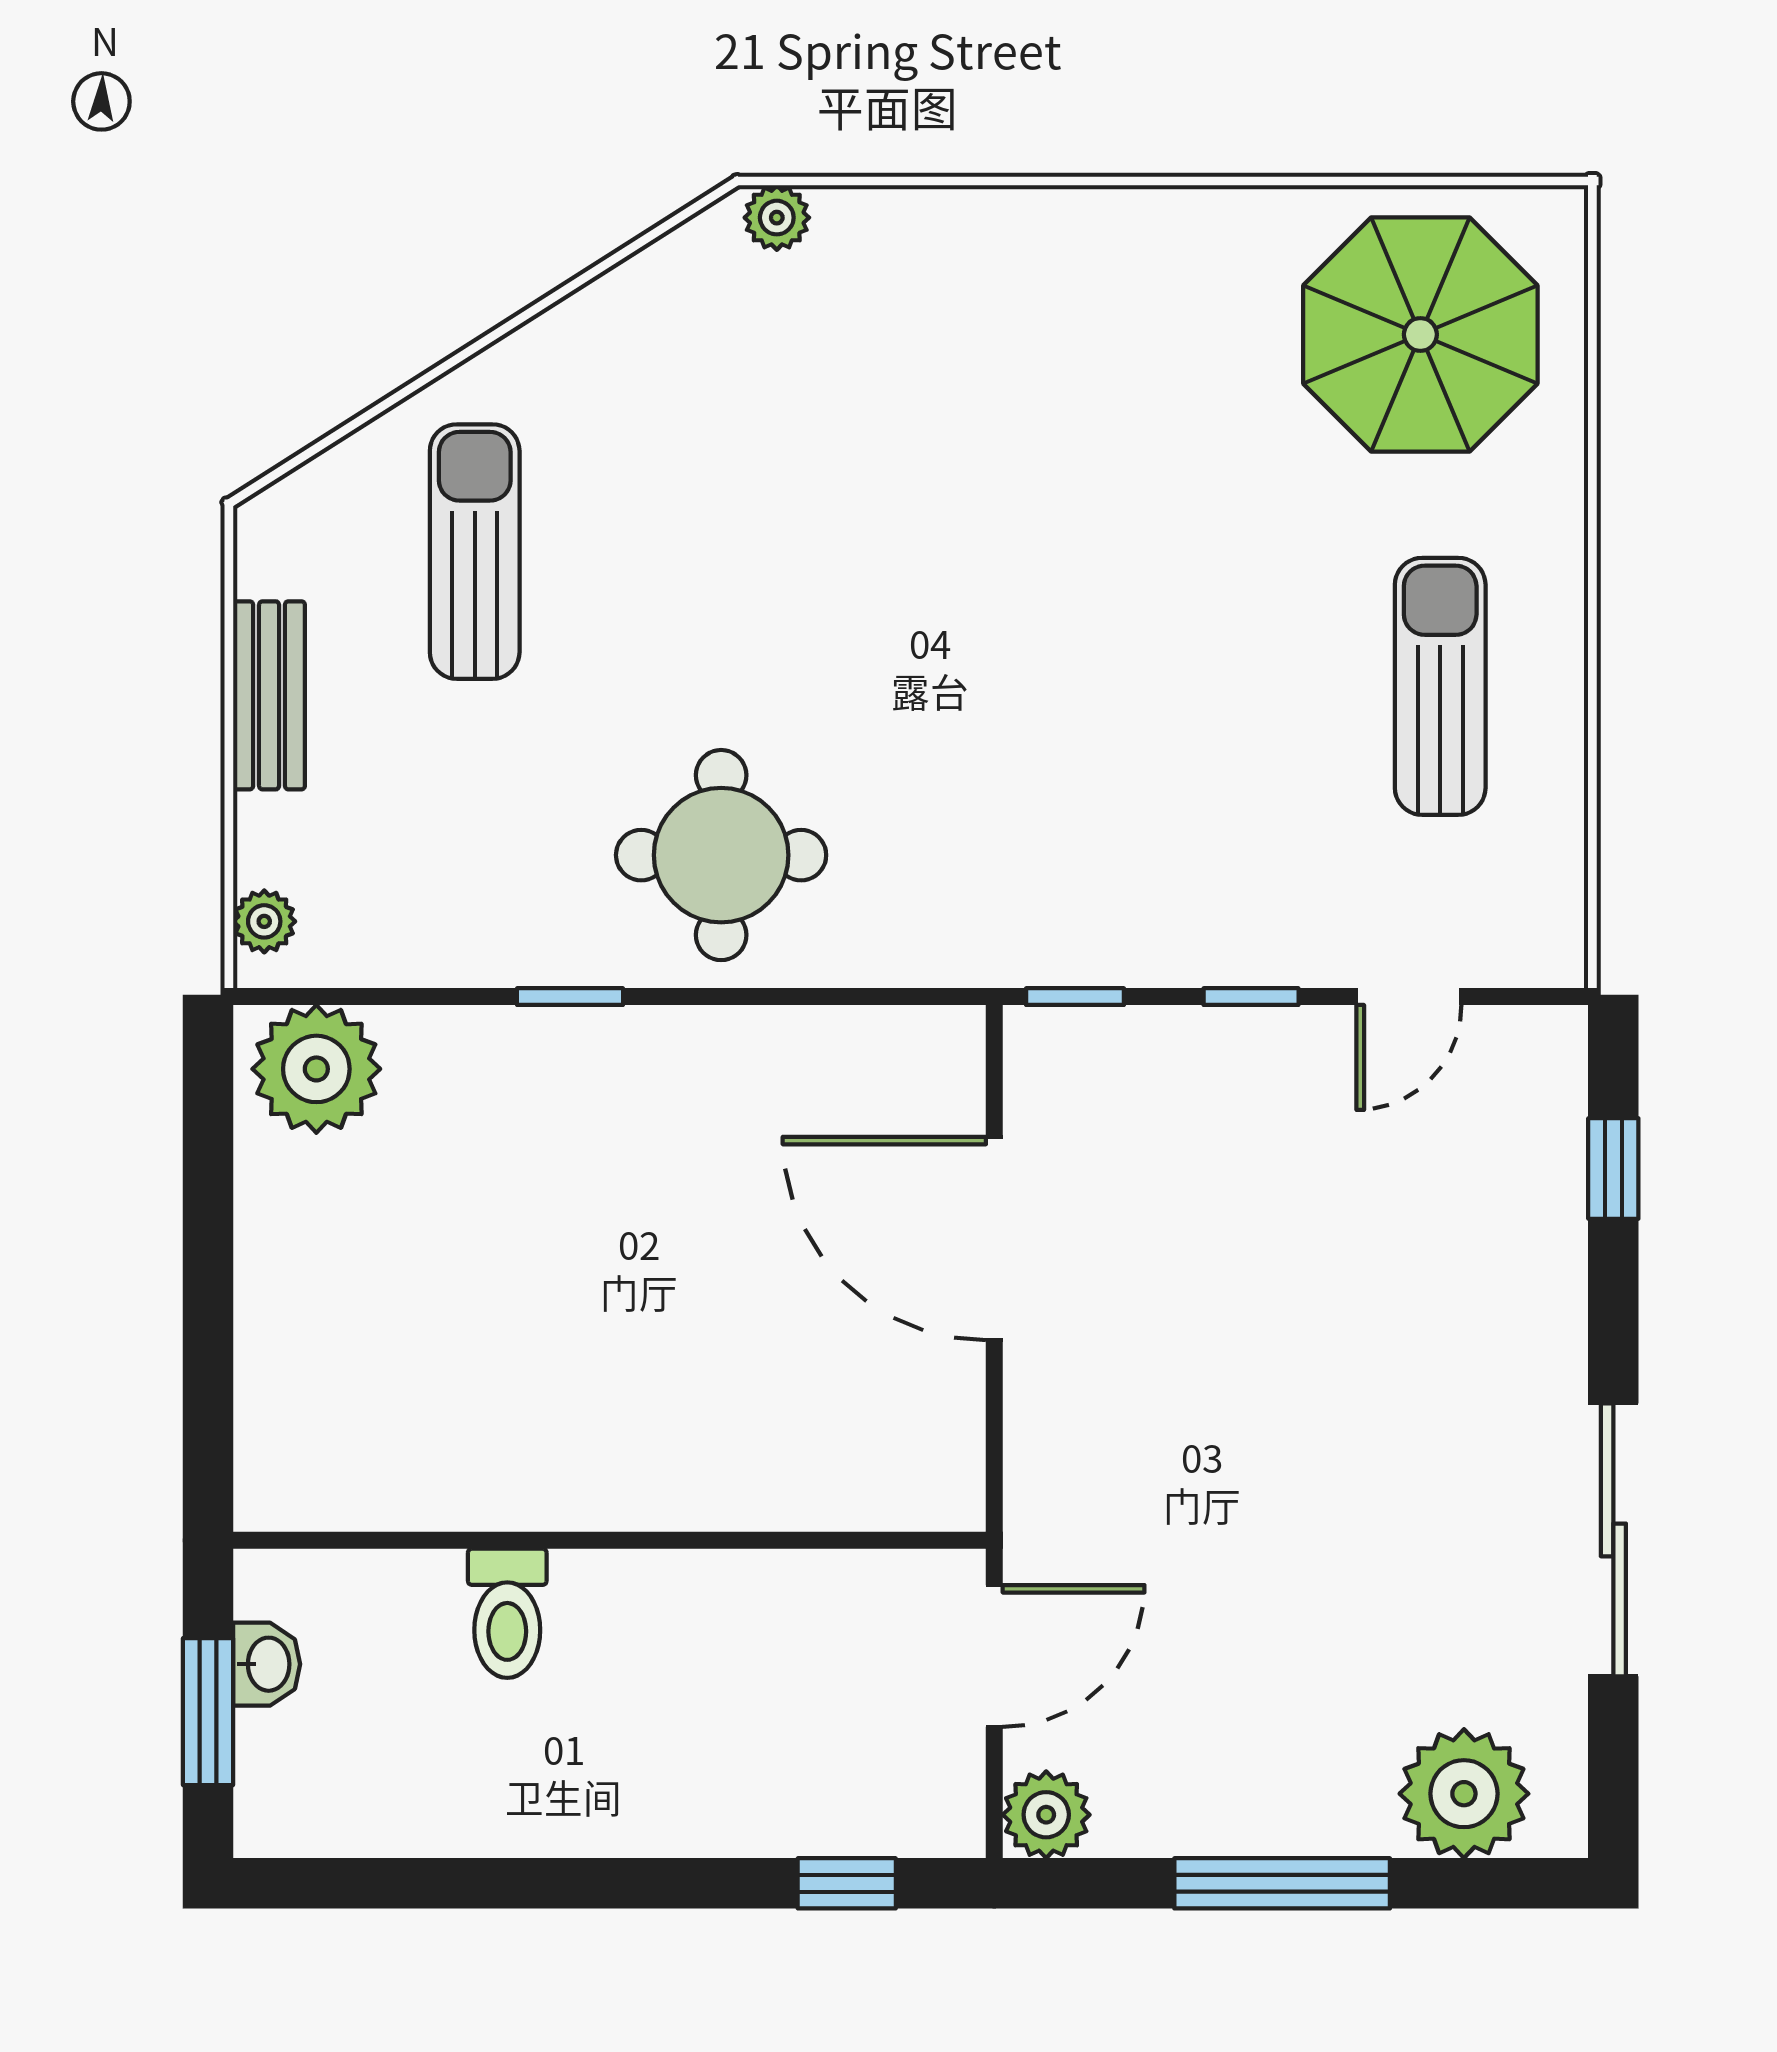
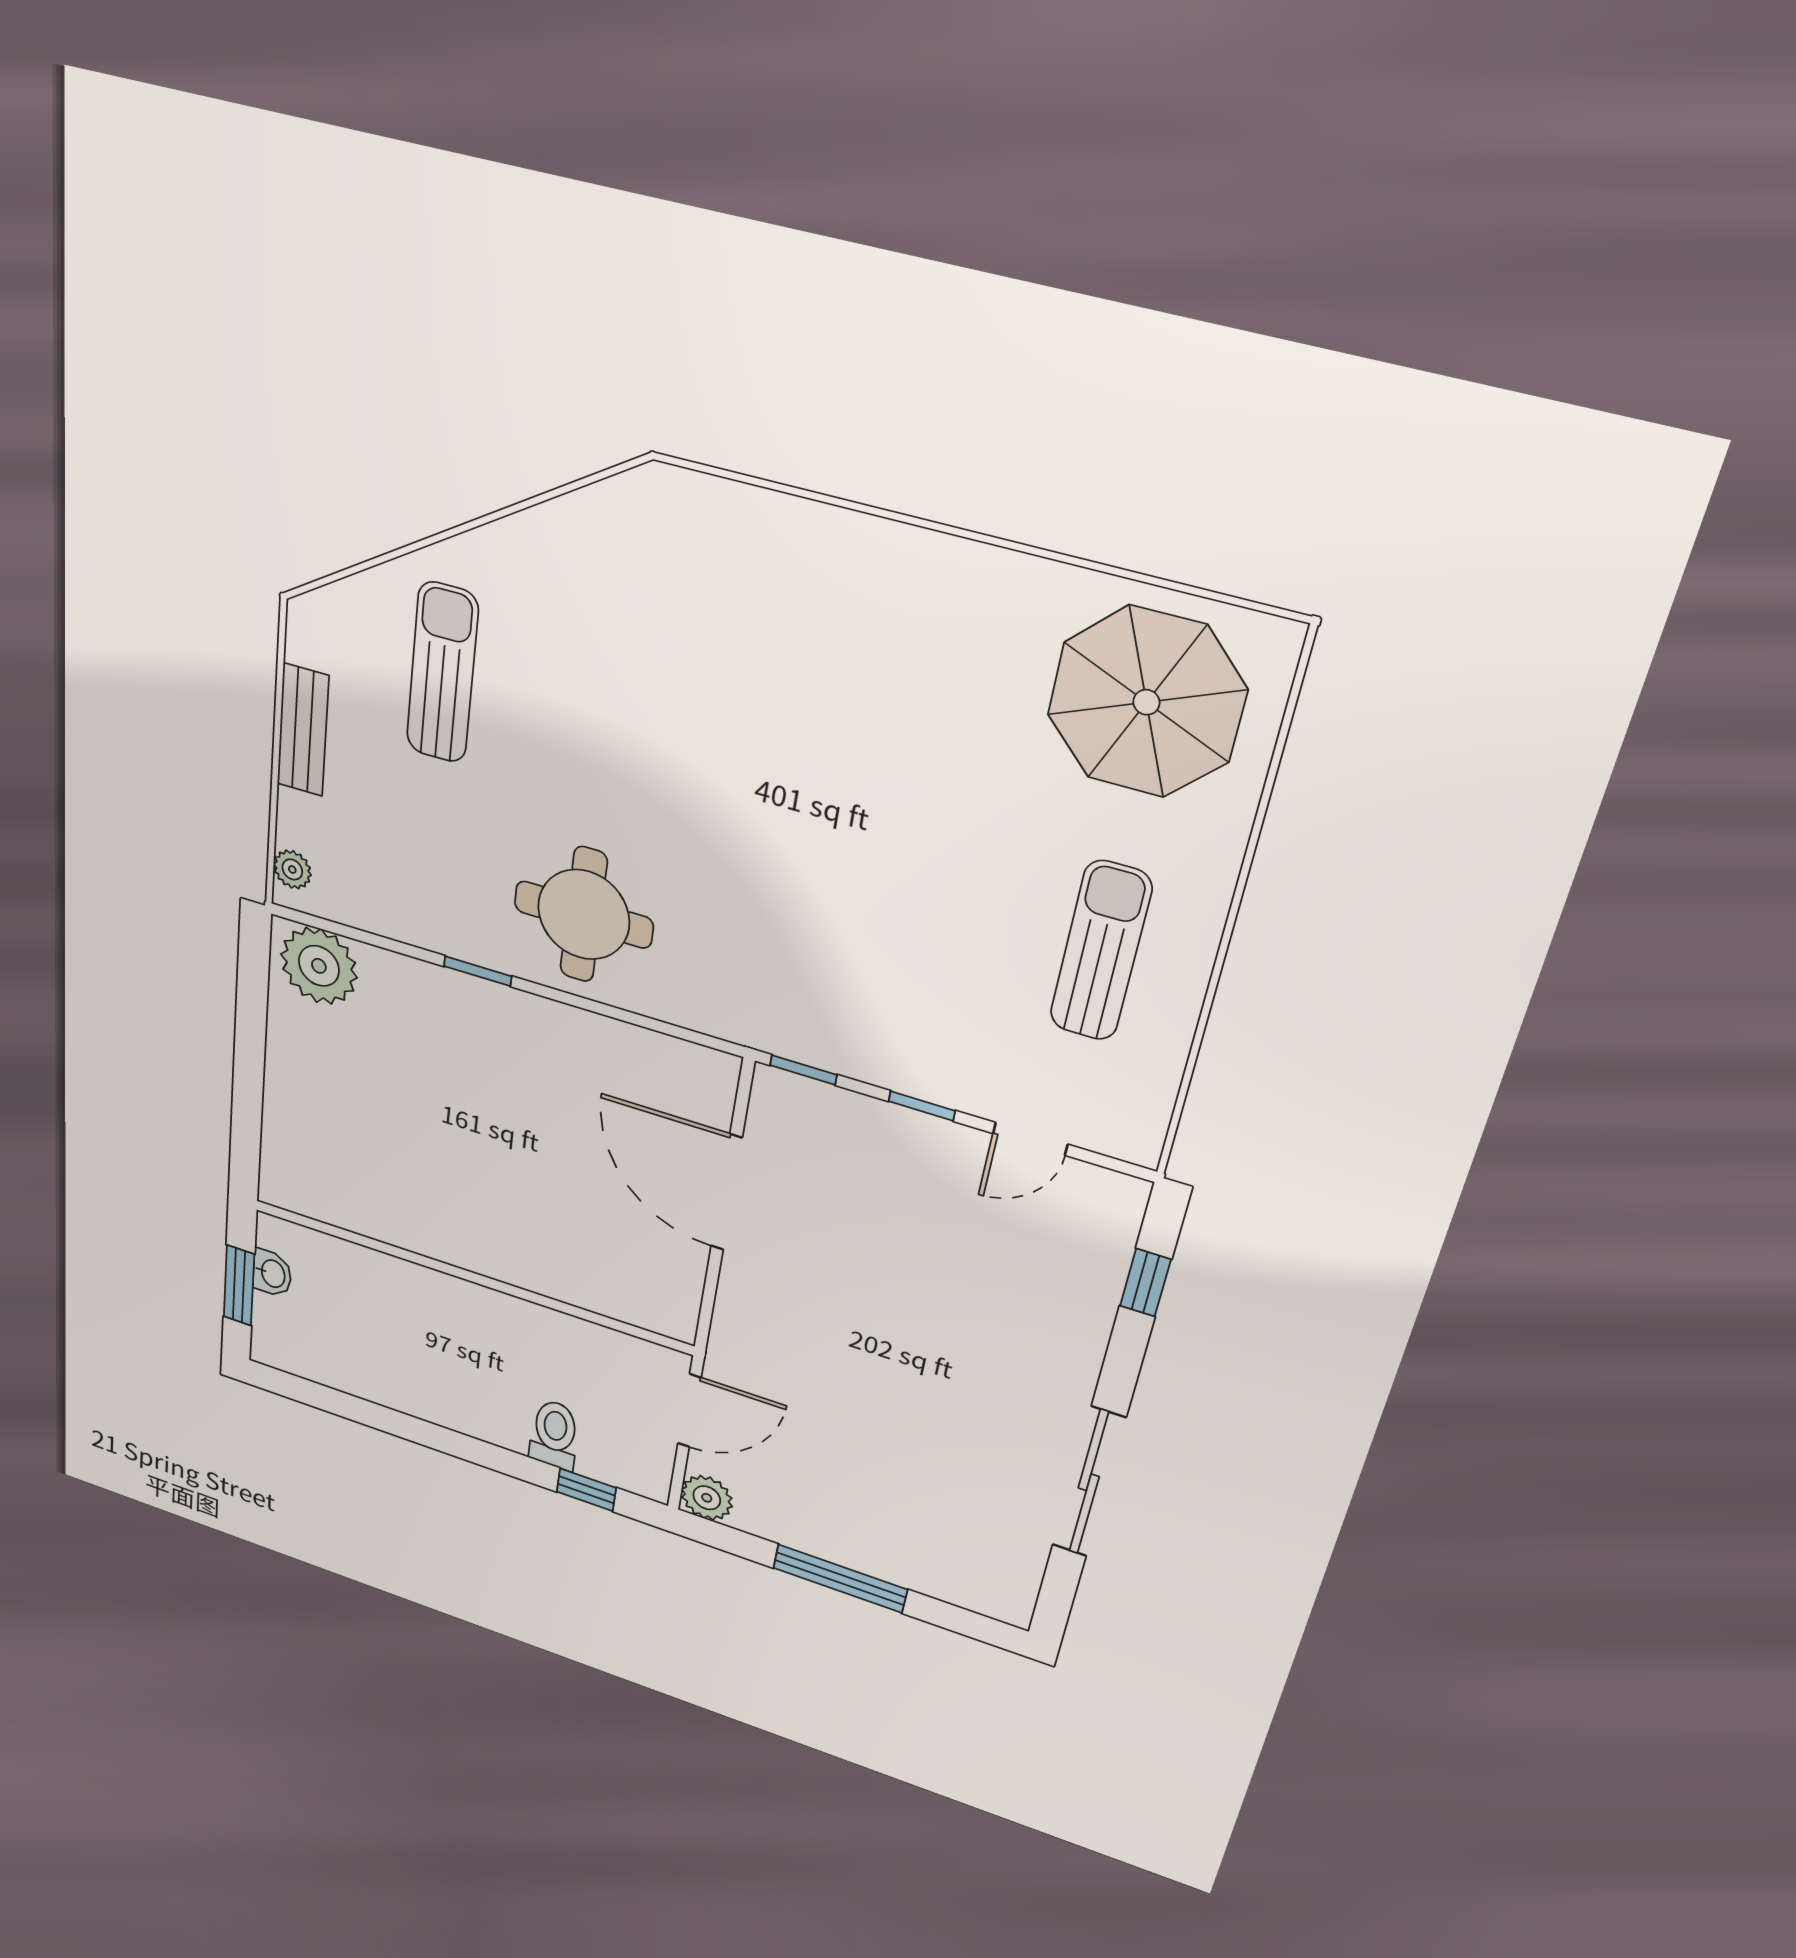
plant: (777, 218) -> (678, 491), removed
toilet: (507, 1613) -> (554, 1434), moved, turned 180
plant: (1464, 1794) -> (960, 1575), removed

